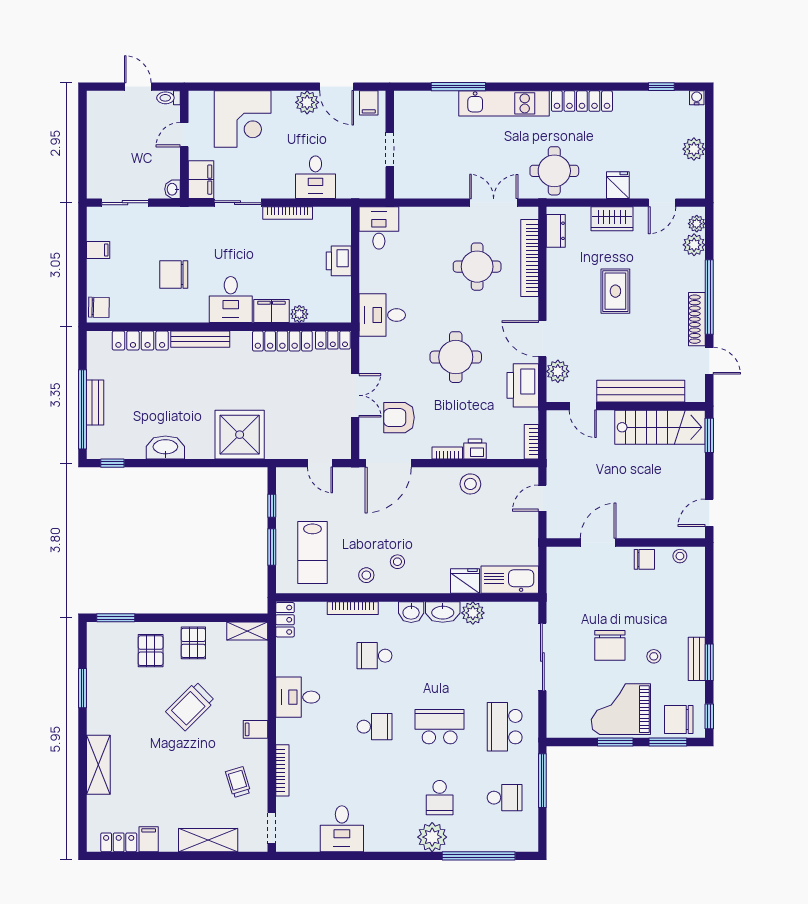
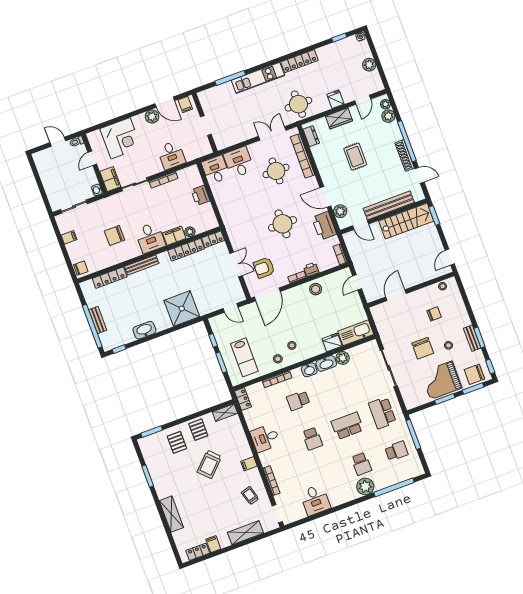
desk: (382, 315) -> (239, 162), moved, turned 90
chair: (644, 559) -> (434, 314), moved
school desk: (374, 727) -> (312, 439), turned 90

